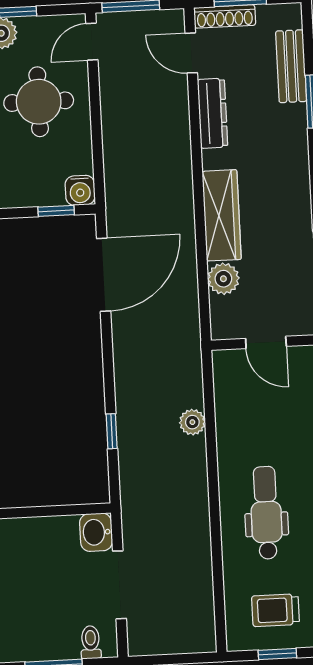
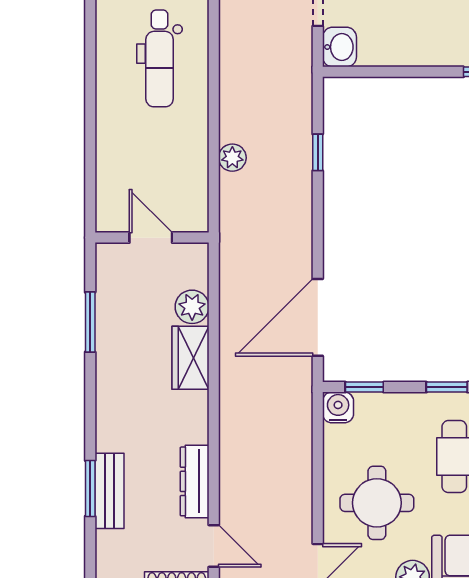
bench: (291, 66) -> (110, 491), moved
wardrobe: (222, 215) -> (191, 358), width x0.67

